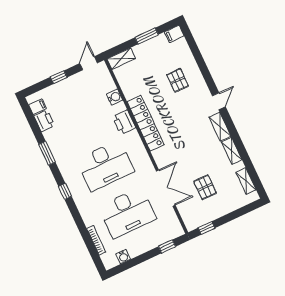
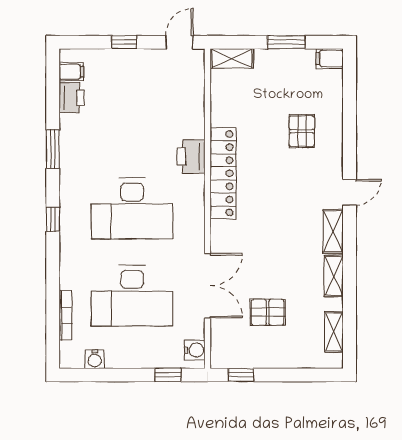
water cooler: (115, 97) -> (195, 350), moved
pallet: (205, 187) -> (268, 312), turned 90

